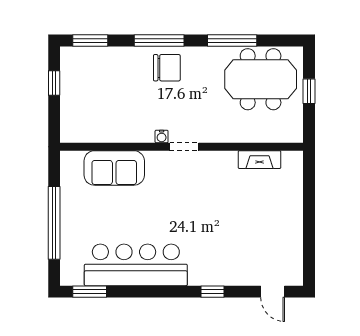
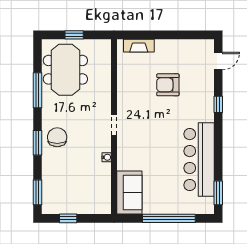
window: (159, 40) -> (38, 143), width x0.69
water cooler: (162, 136) -> (107, 157), moved
fireplace: (260, 160) -> (139, 46), moved, turned 90
sofa: (114, 168) -> (129, 193), moved
armchair: (240, 222) -> (168, 85), added

